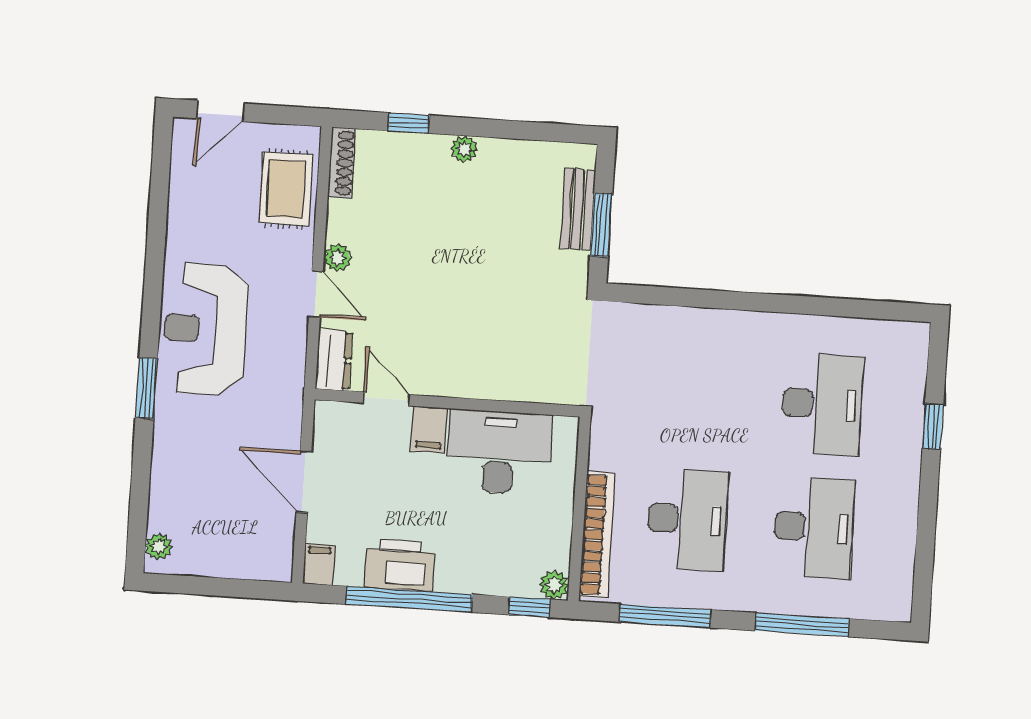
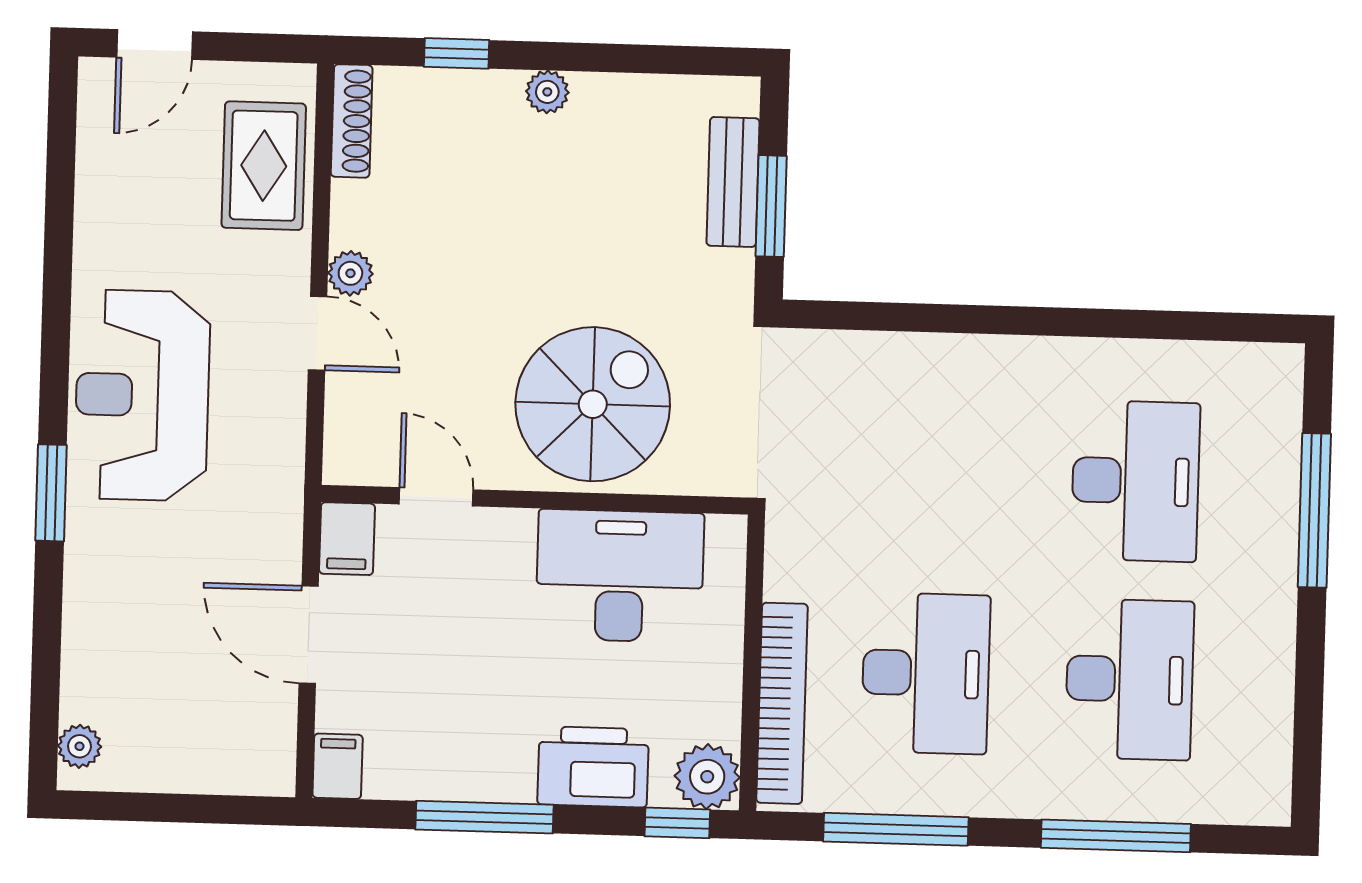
spiral stairs: (486, 344) -> (593, 404), added
dresser: (334, 360) -> (350, 438), removed
window: (933, 426) -> (1314, 510), width x2.17
filing cabinet: (429, 429) -> (347, 539), moved
printer: (400, 565) -> (593, 767), moved
plant: (554, 585) -> (707, 777), width x1.38, depth x1.38
window: (409, 599) -> (484, 817), width x0.68

